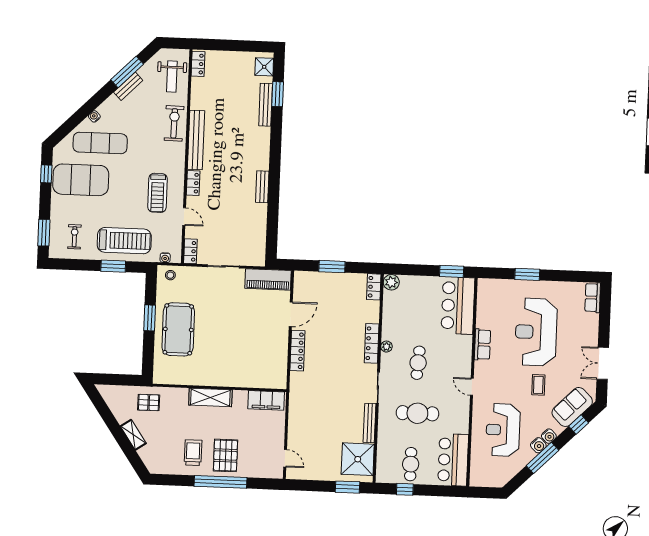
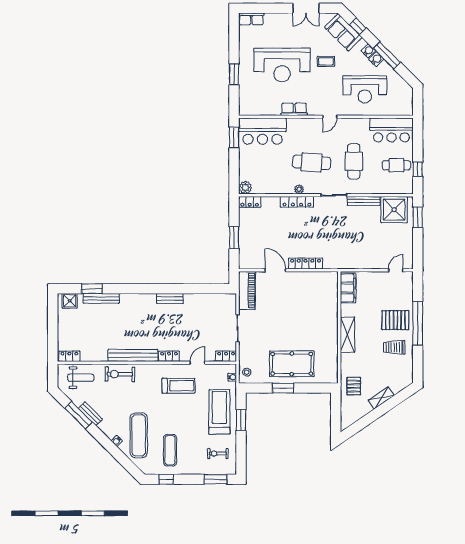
exercise mat: (81, 180) -> (170, 450), width x0.50, depth x0.69
cafe table: (418, 363) -> (312, 162), width x1.37, depth x1.35

